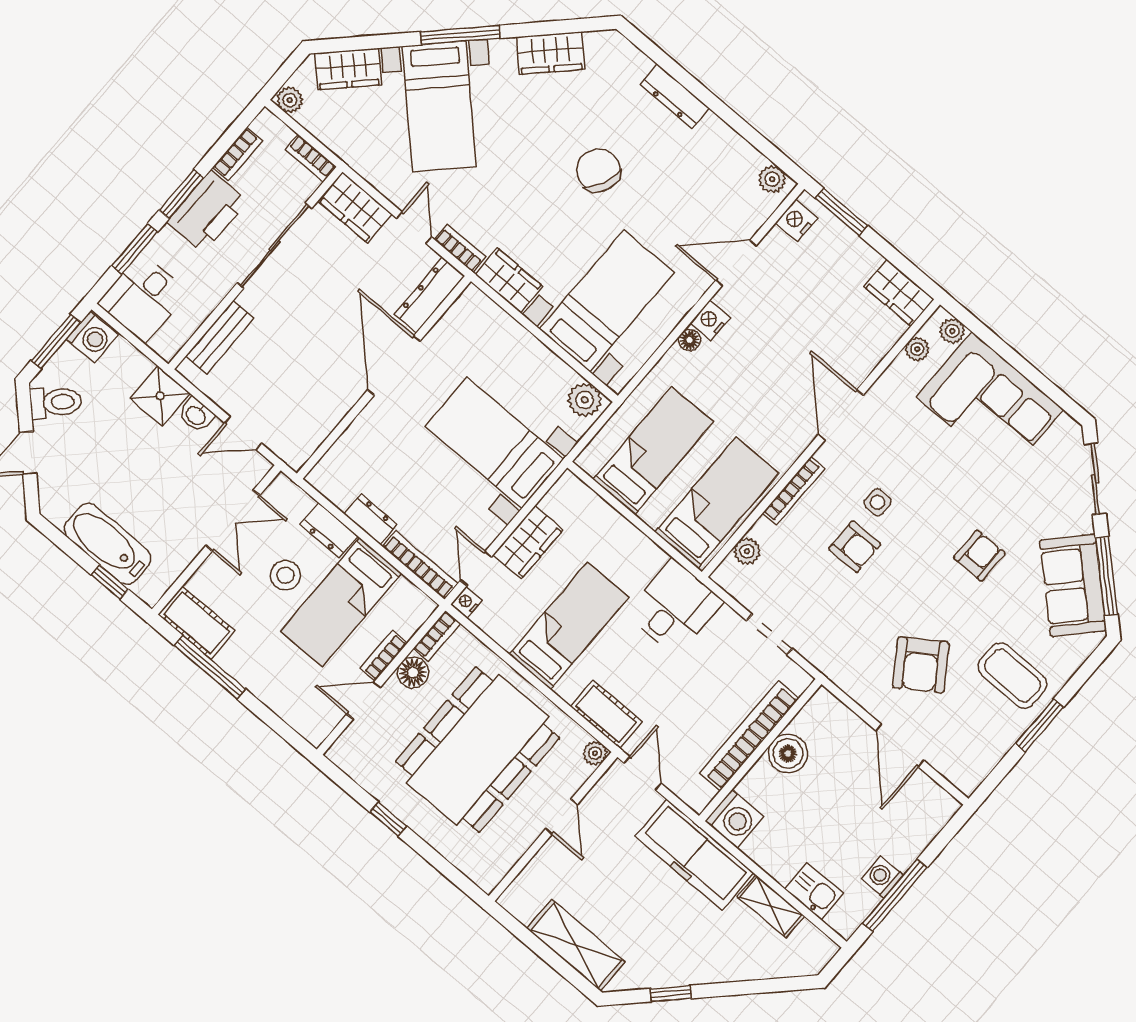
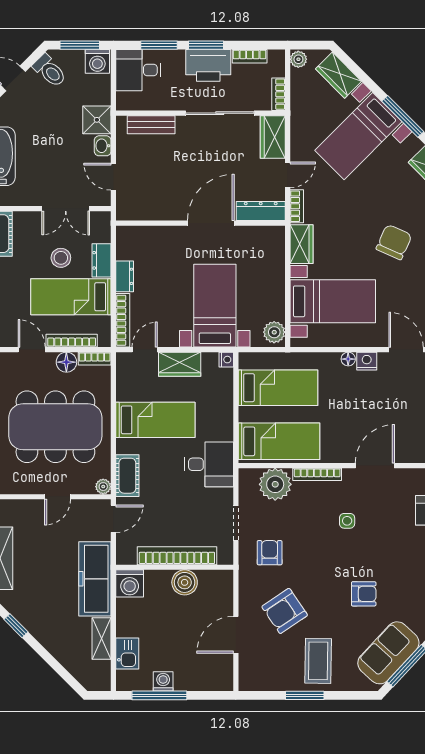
armchair: (855, 547) -> (270, 553), moved, turned 180
plant: (747, 551) -> (275, 484), width x1.88, depth x1.88
nightstand: (467, 602) -> (226, 360), moved, turned 90
bookcase: (384, 656) -> (72, 341), width x1.56

